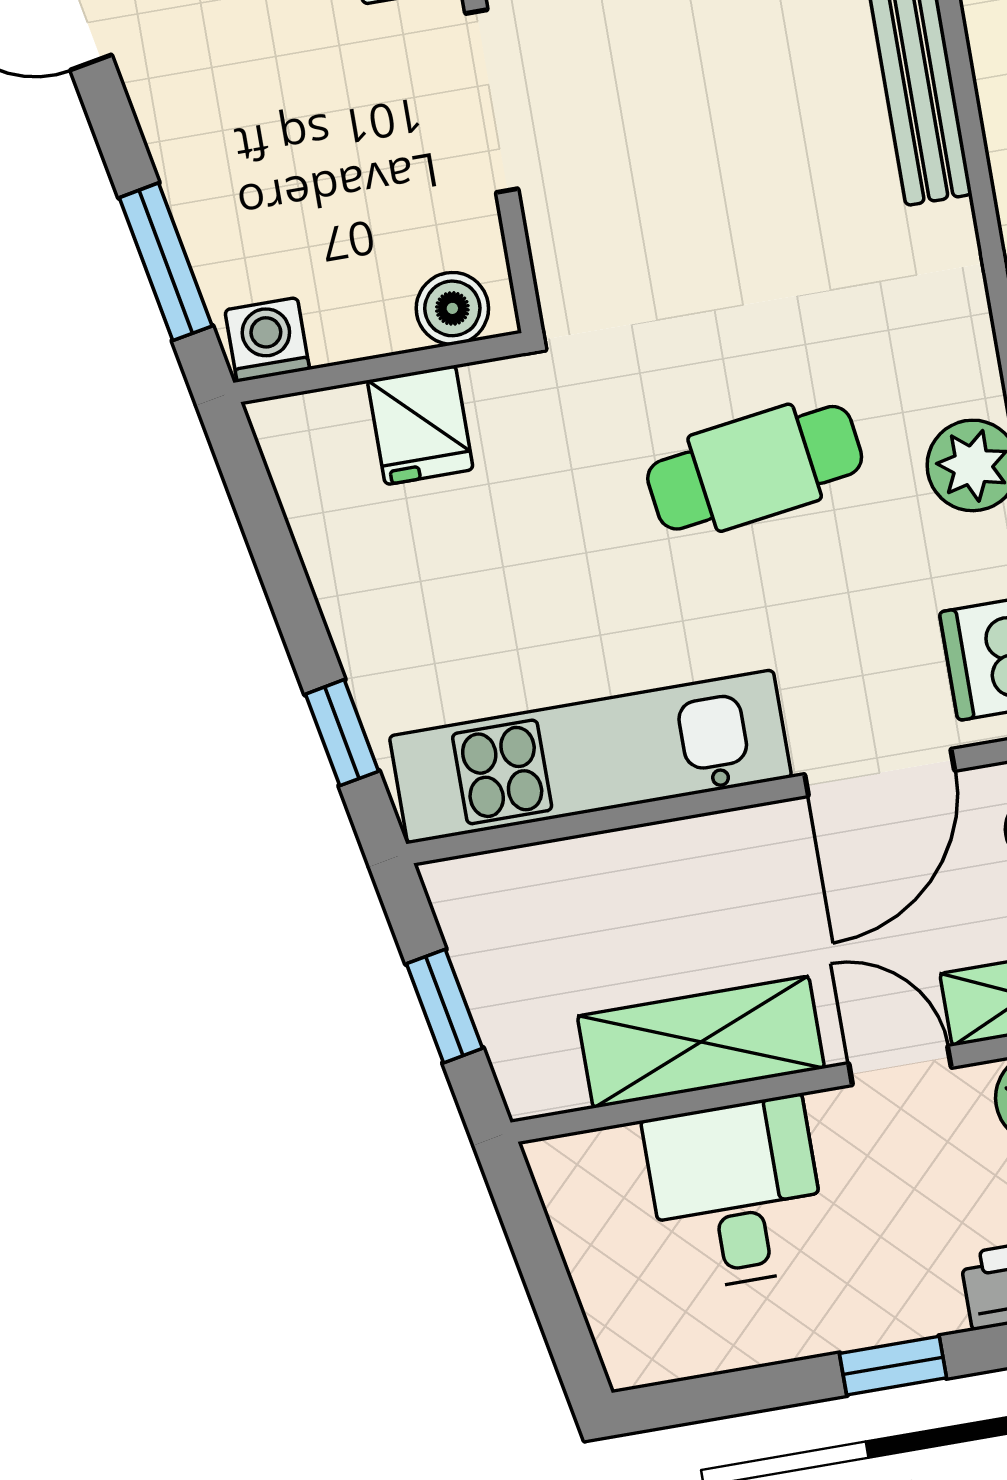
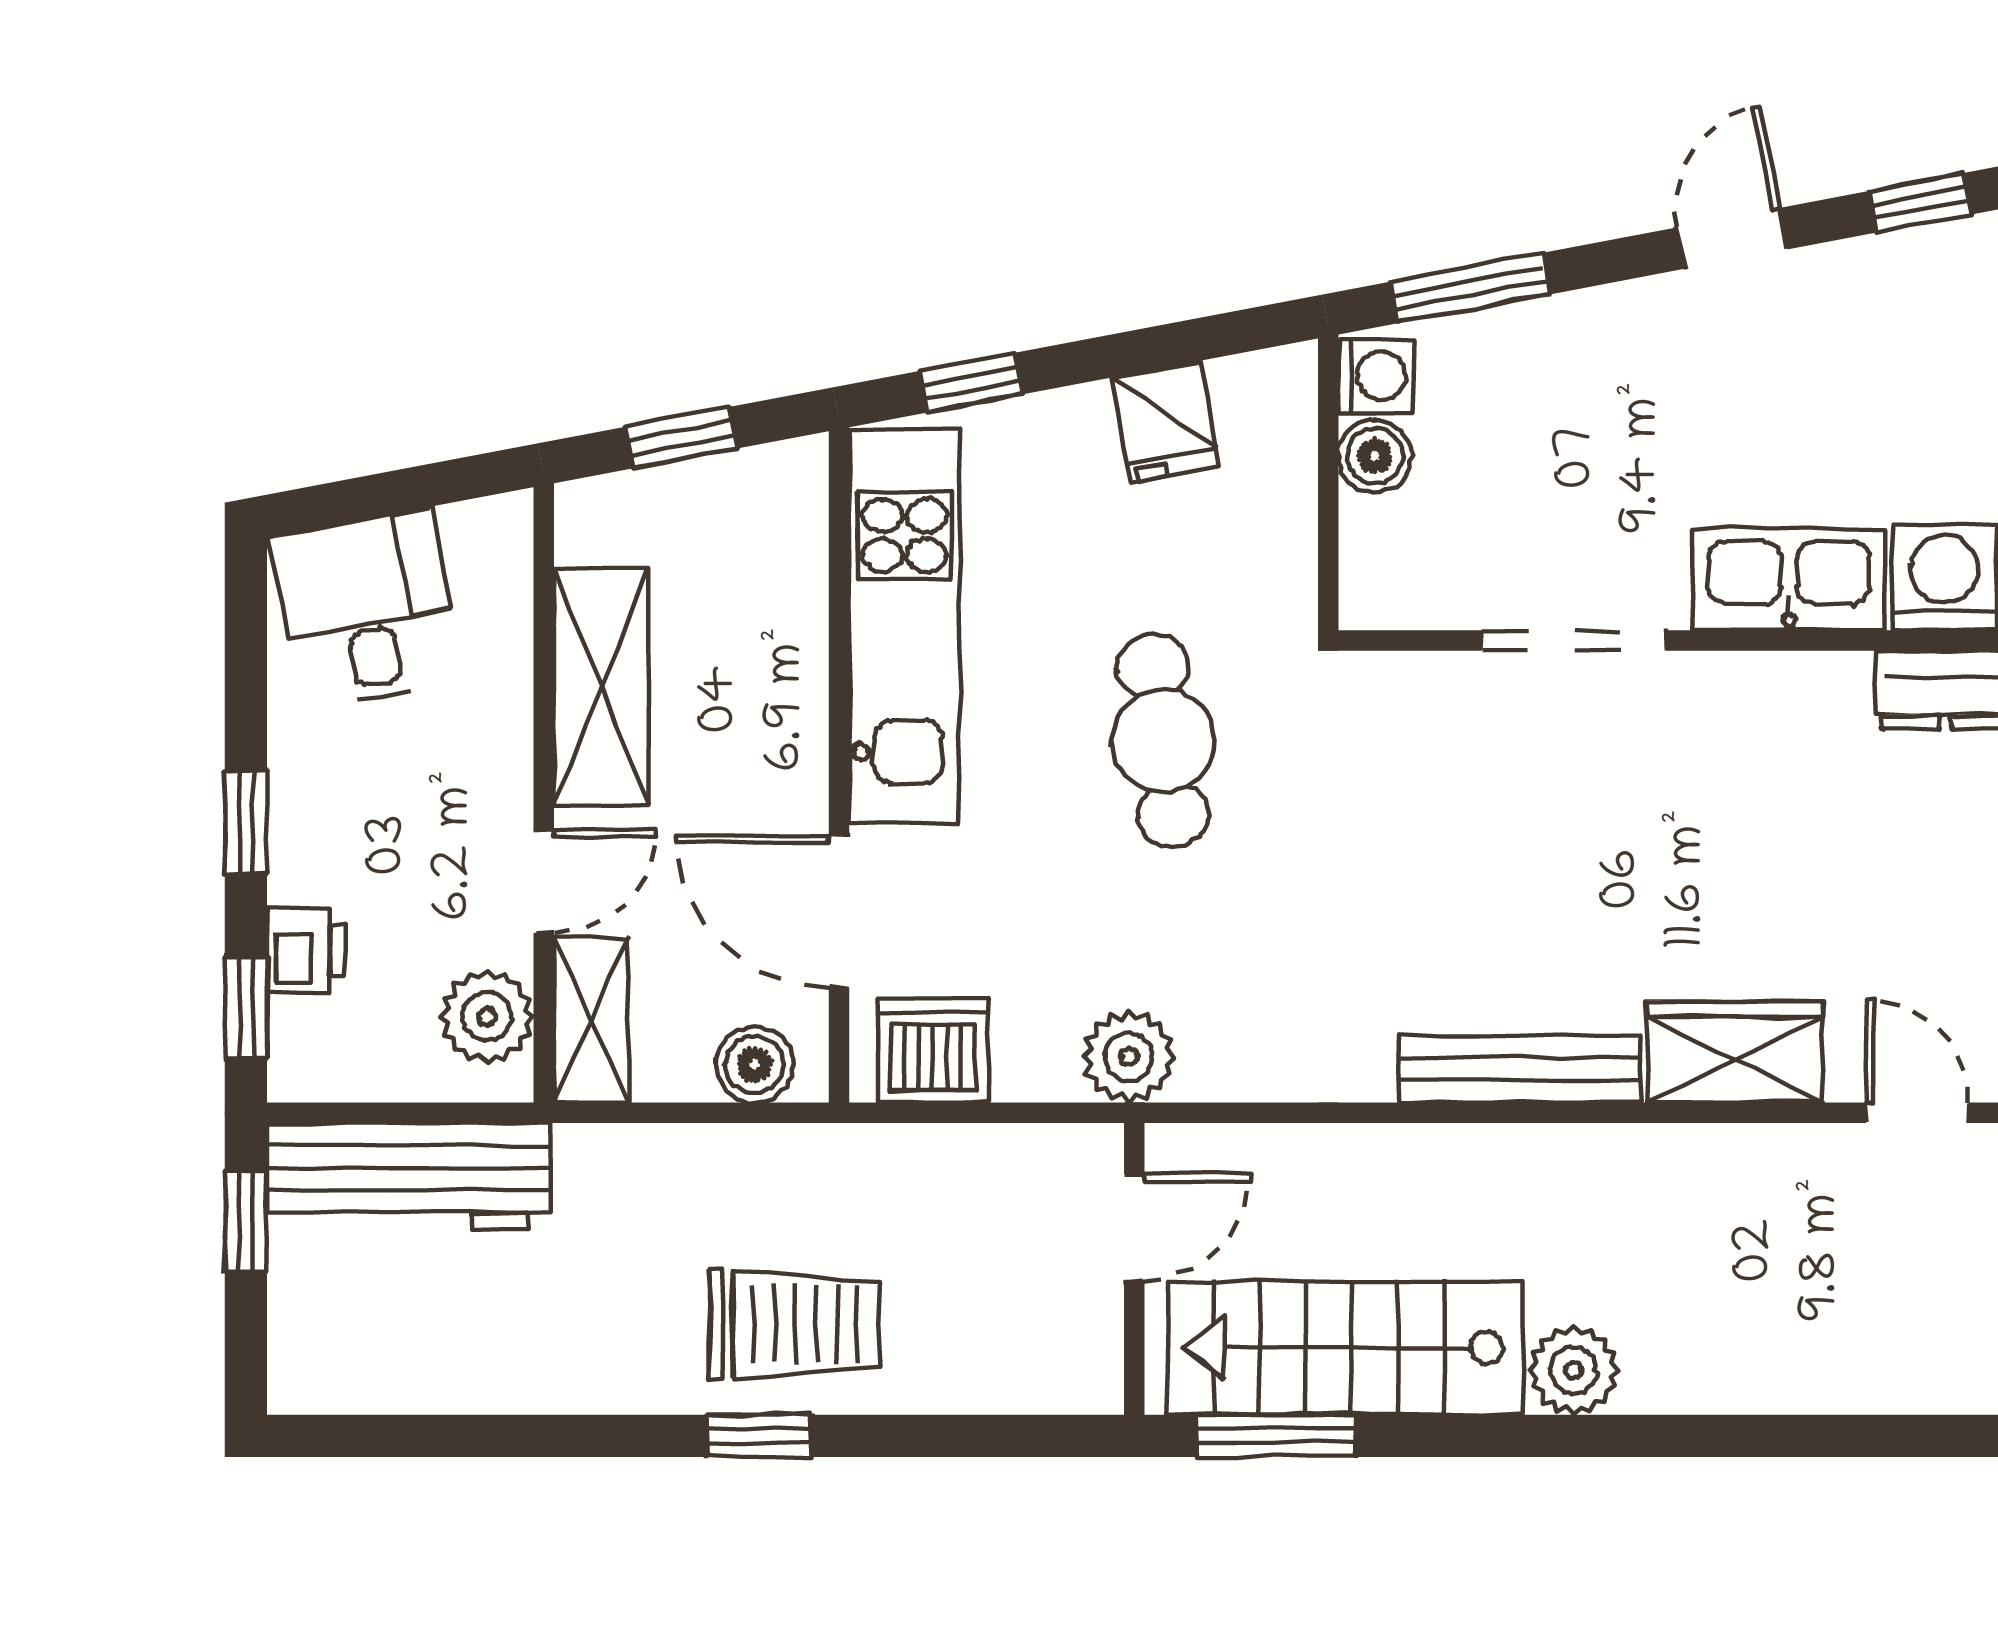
boiler: (452, 308) -> (1375, 456), moved
fridge: (420, 425) -> (1166, 422), moved, turned -101
cafe table: (755, 468) -> (1163, 741), moved
desk: (736, 1193) -> (366, 609), moved, turned -101

